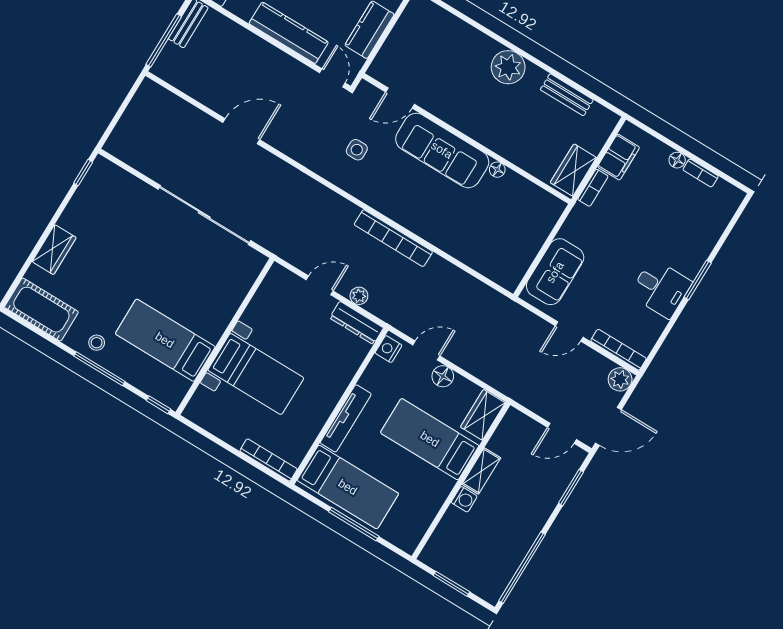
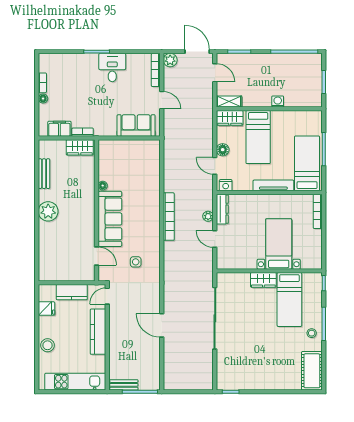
wardrobe: (54, 250) -> (263, 280), moved, turned 180
shelving: (481, 471) -> (229, 101), moved

